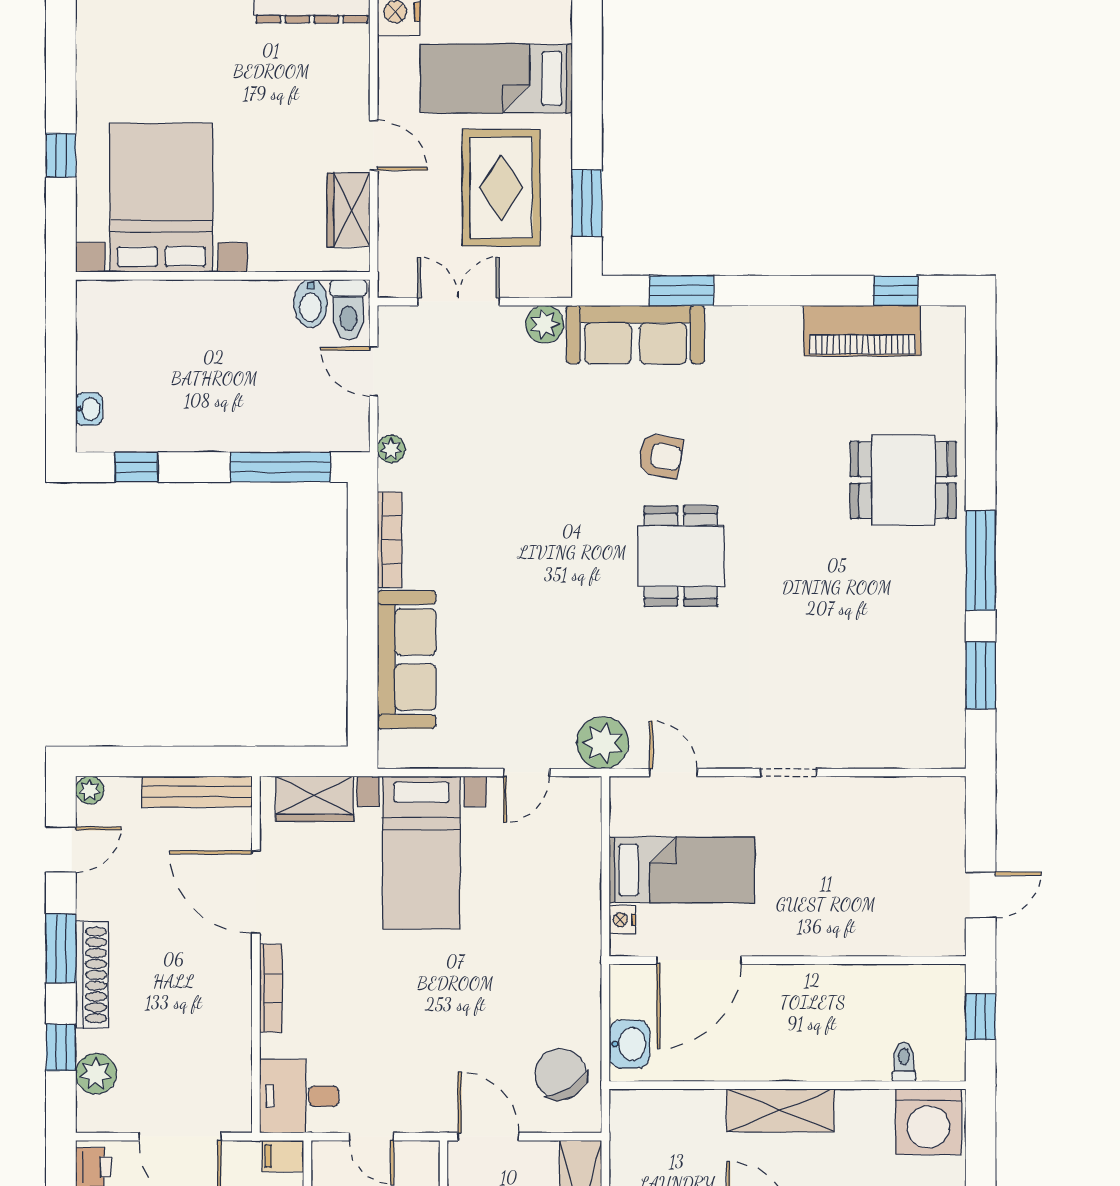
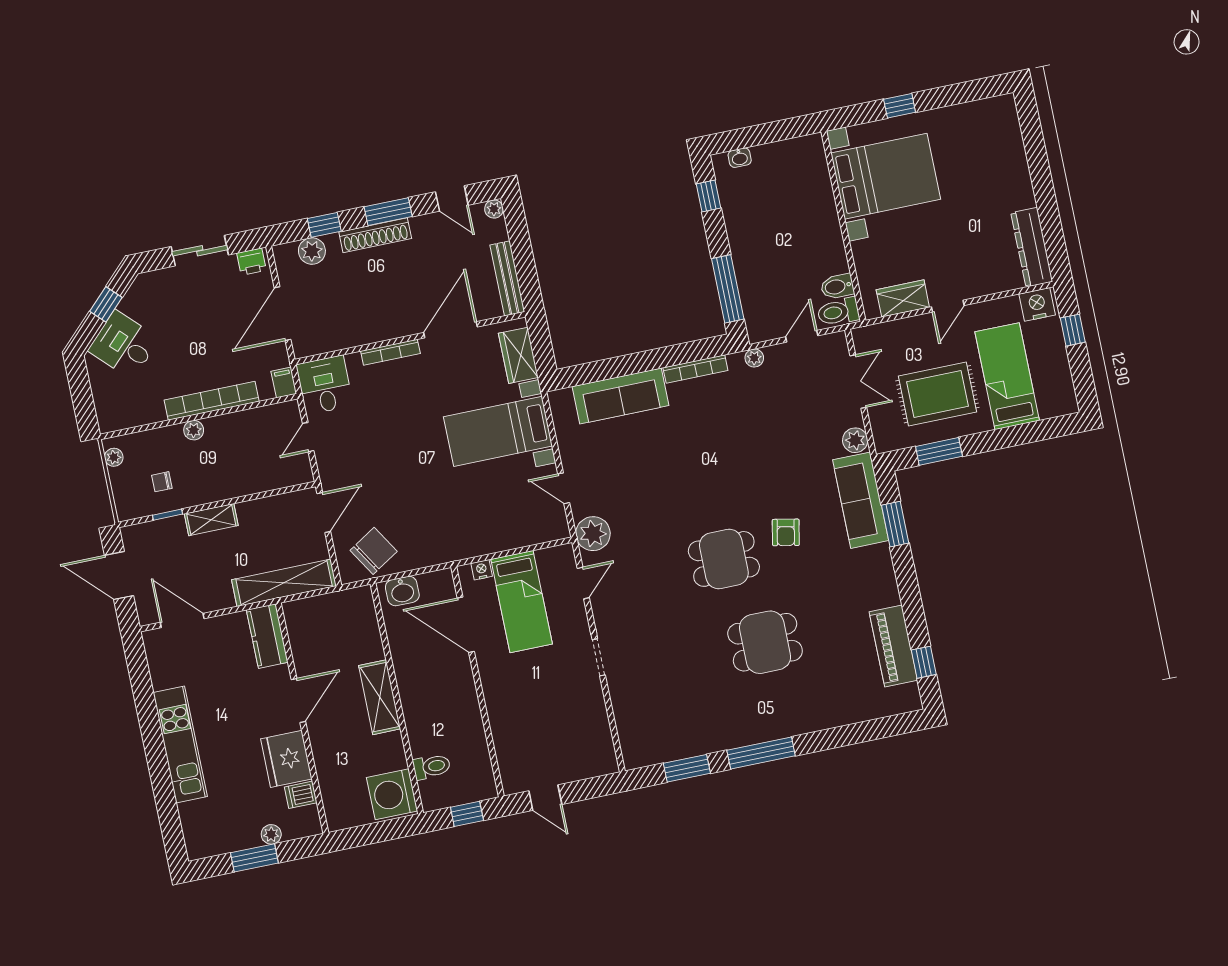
dining table: (903, 480) -> (765, 642), moved, turned 90
toilet: (904, 1062) -> (432, 767), width x1.37, depth x1.39

